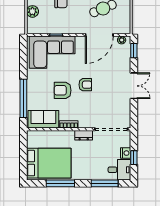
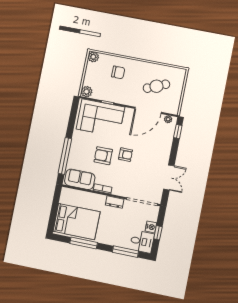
plant: (32, 11) -> (87, 92), moved
double door: (134, 86) -> (169, 177), moved

